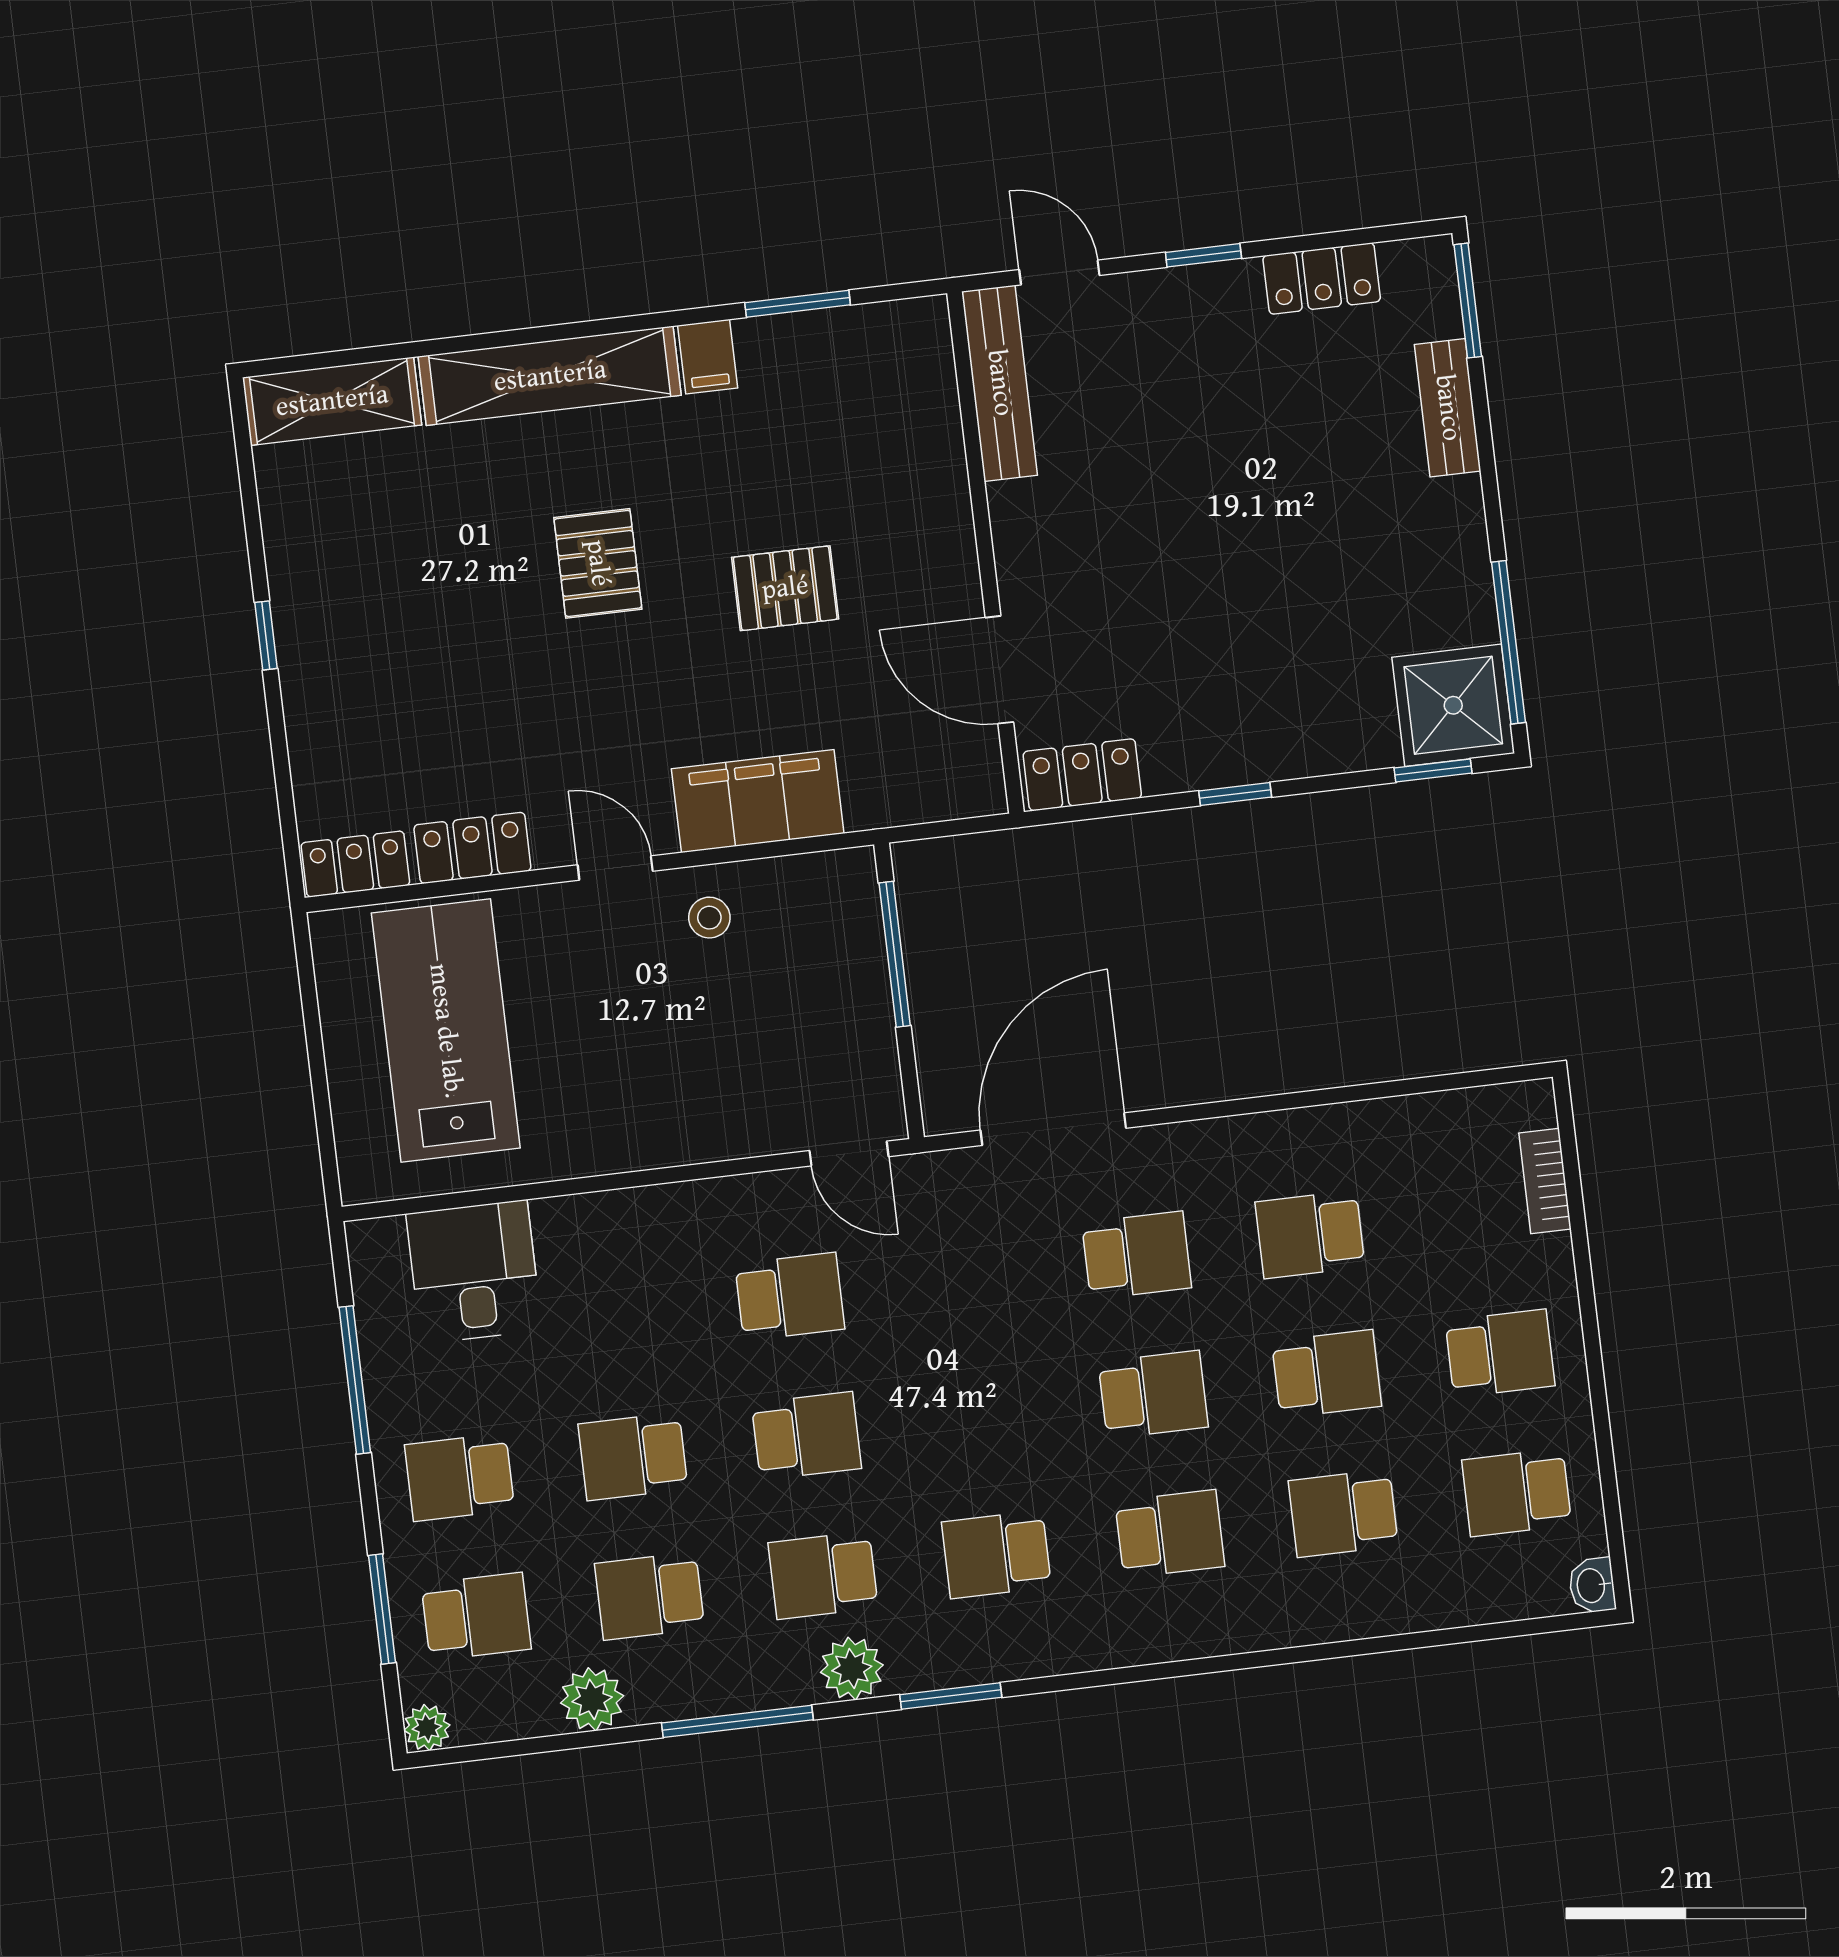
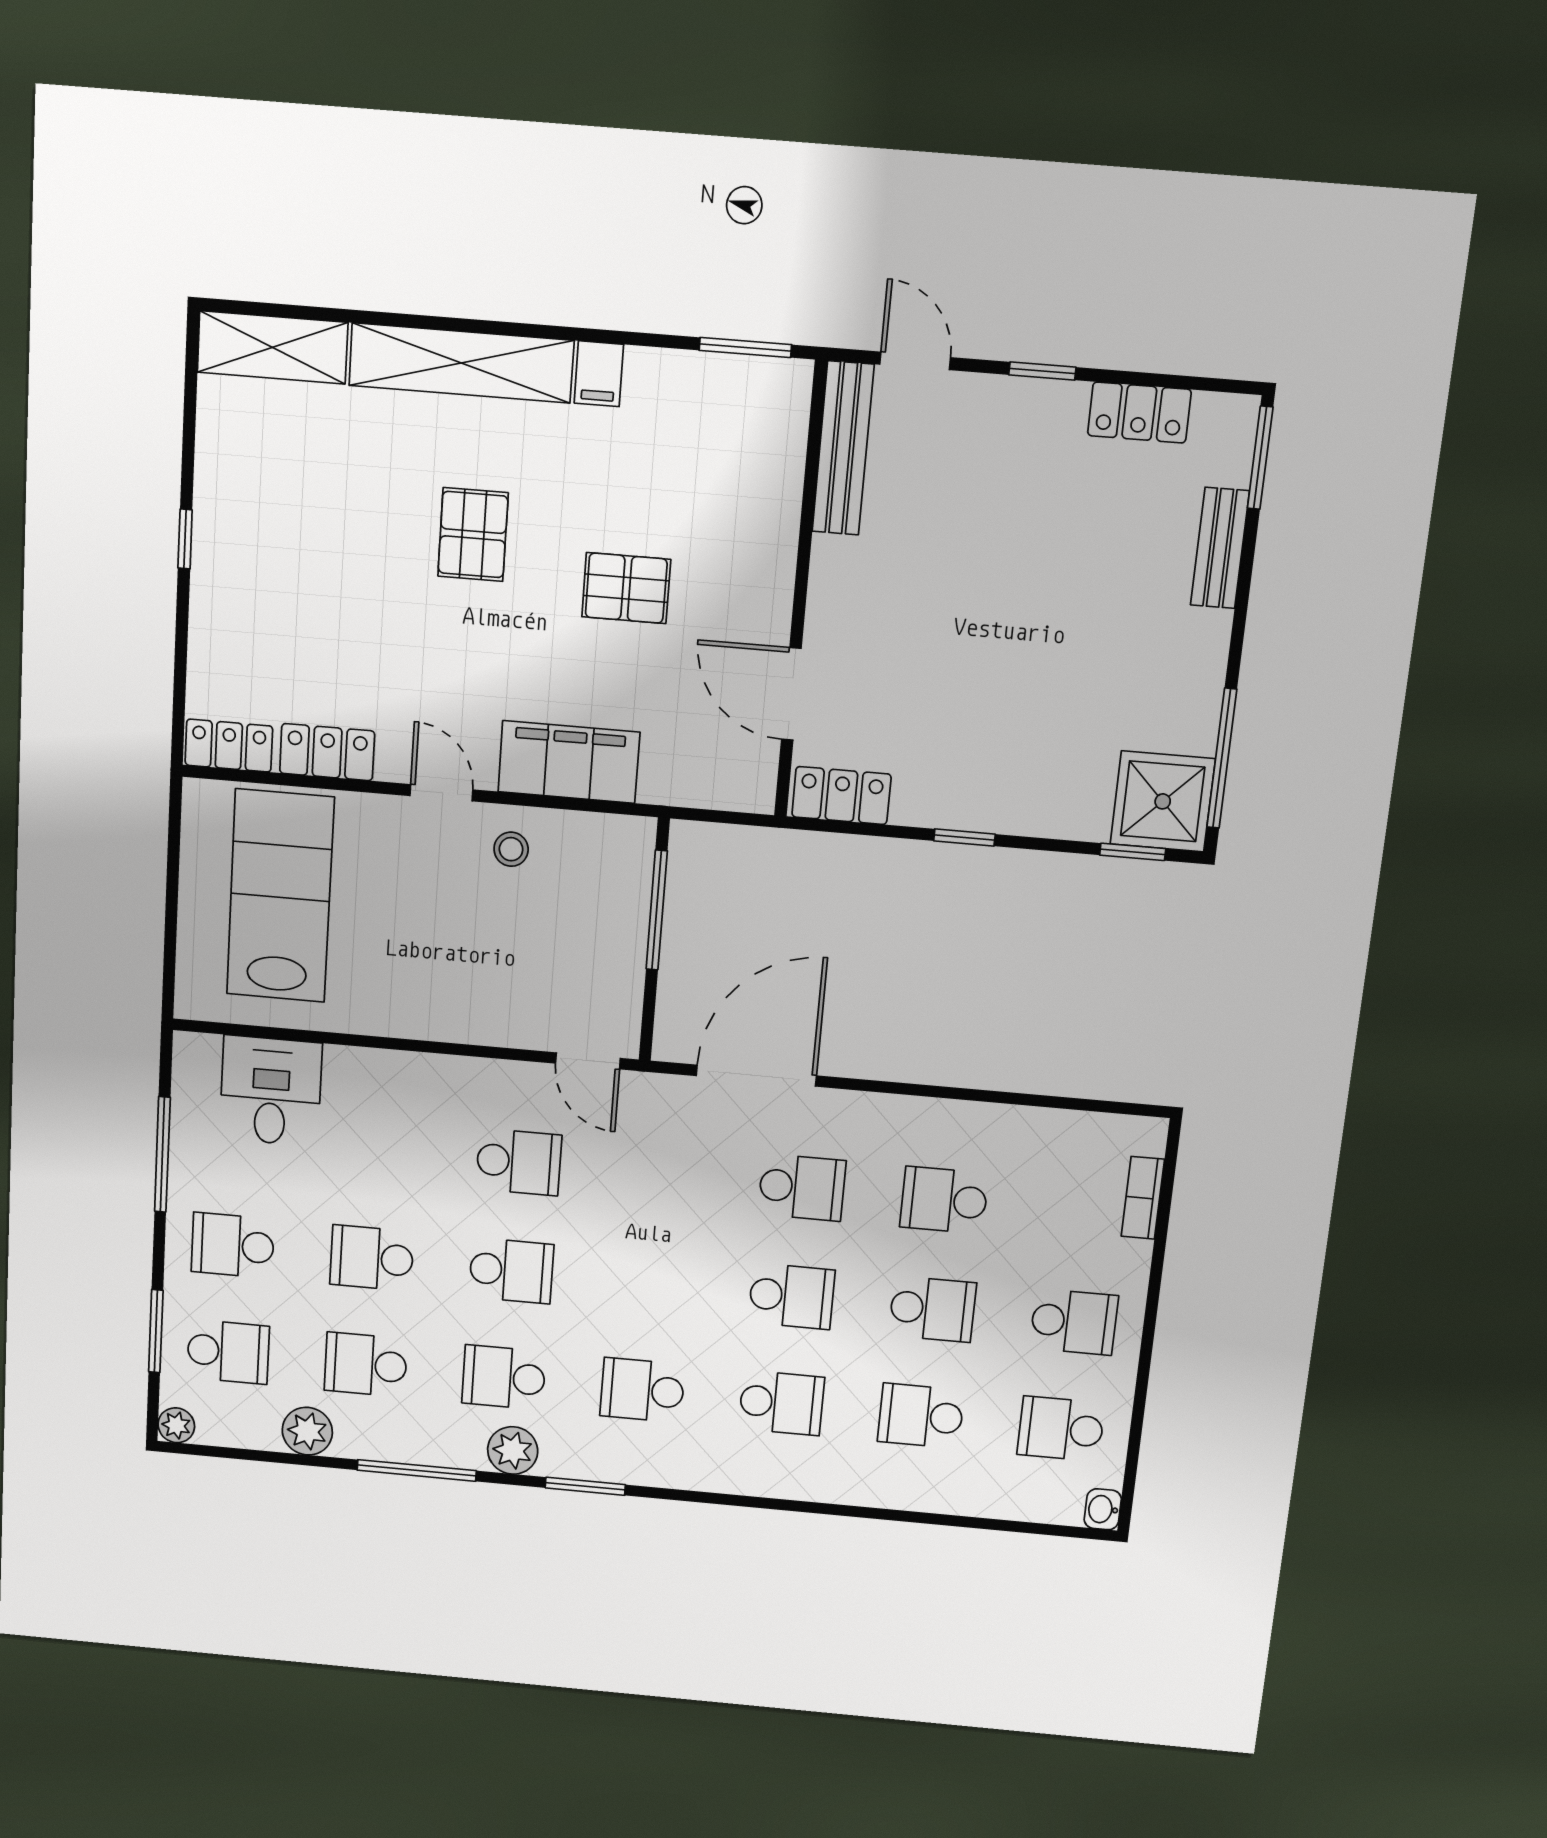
window: (798, 304) -> (745, 347), moved

